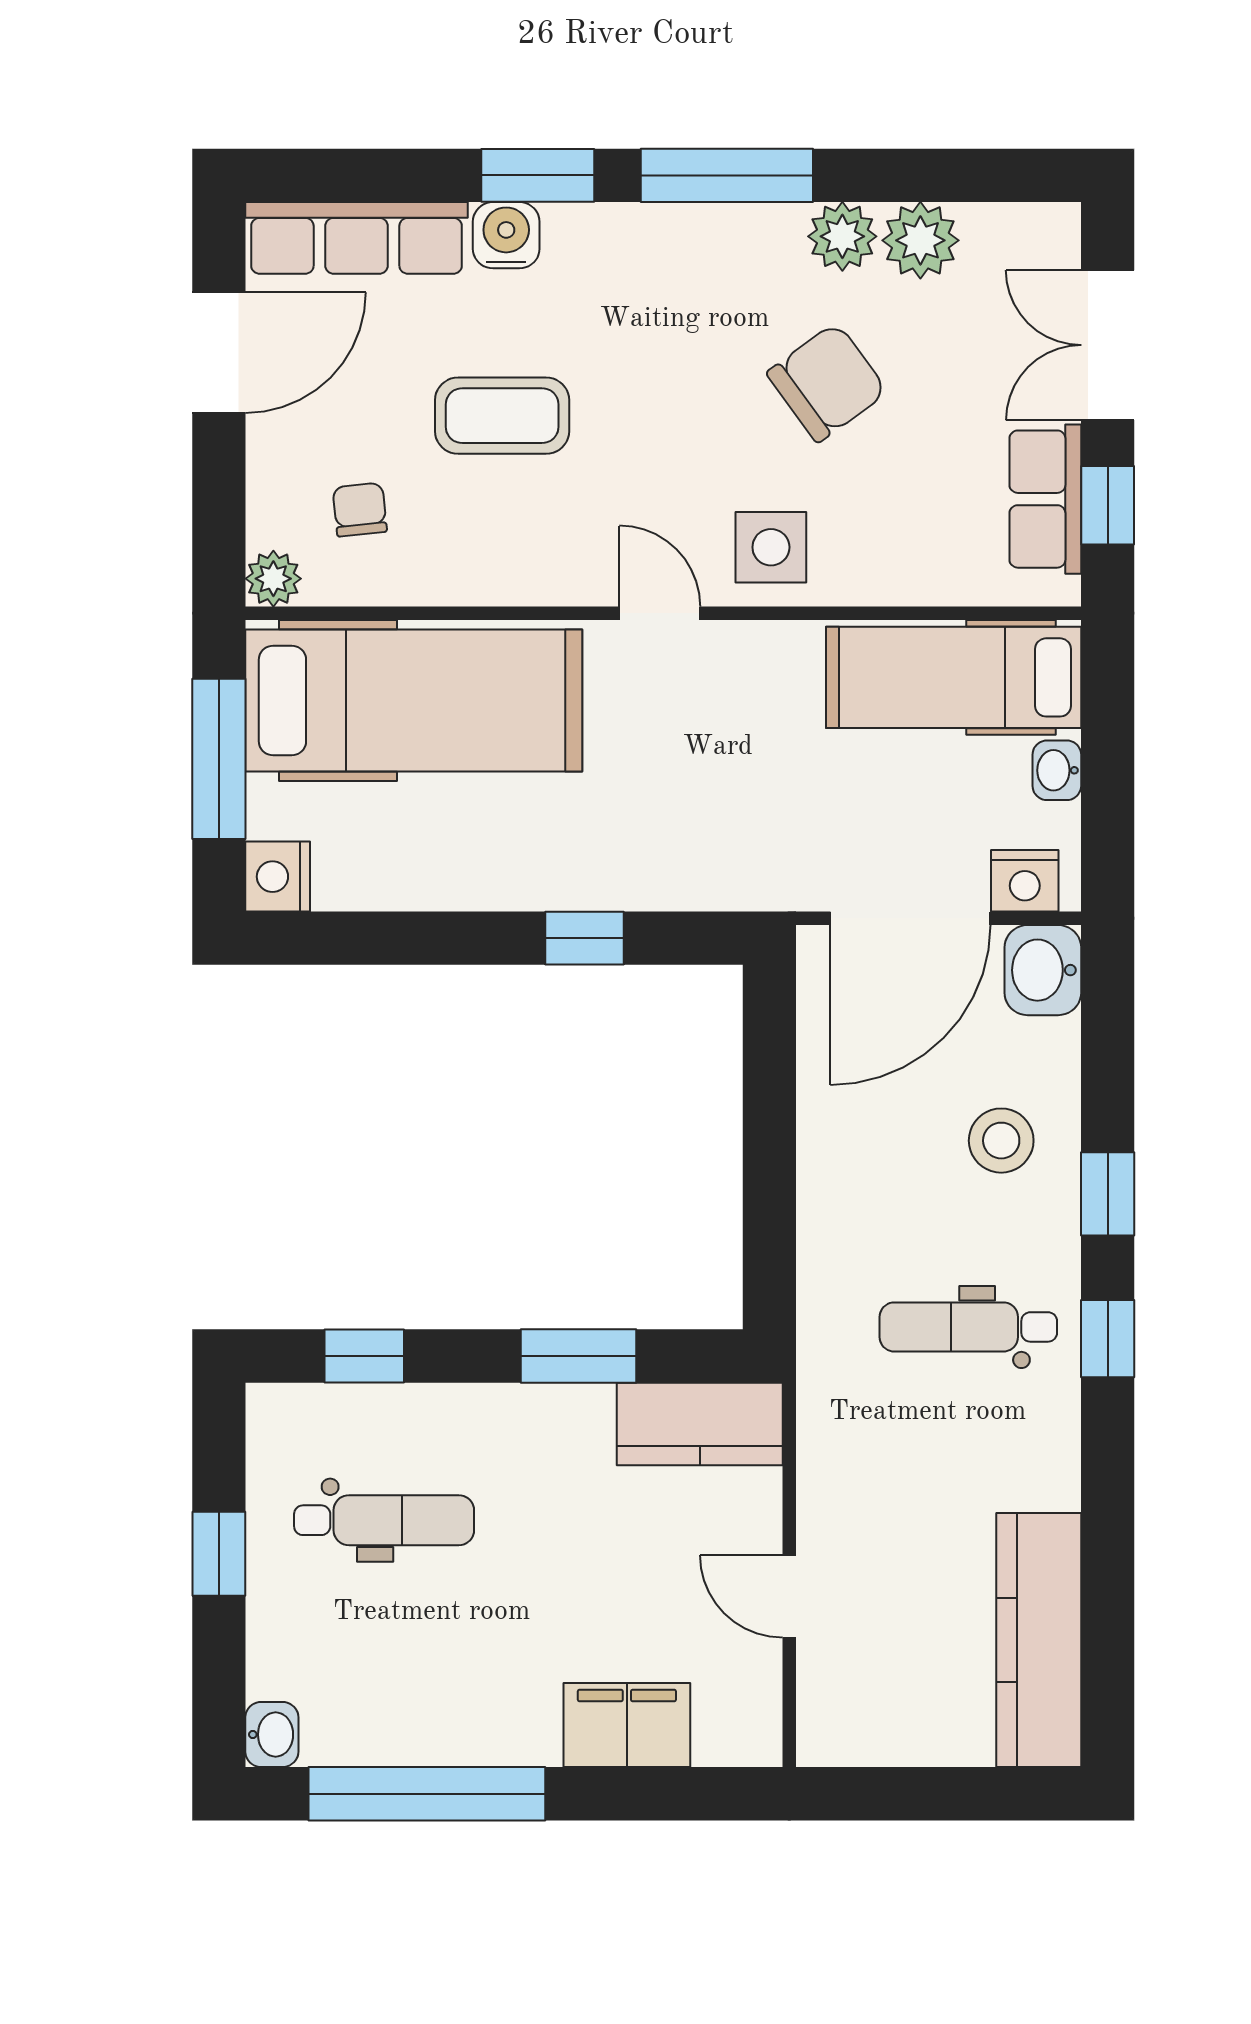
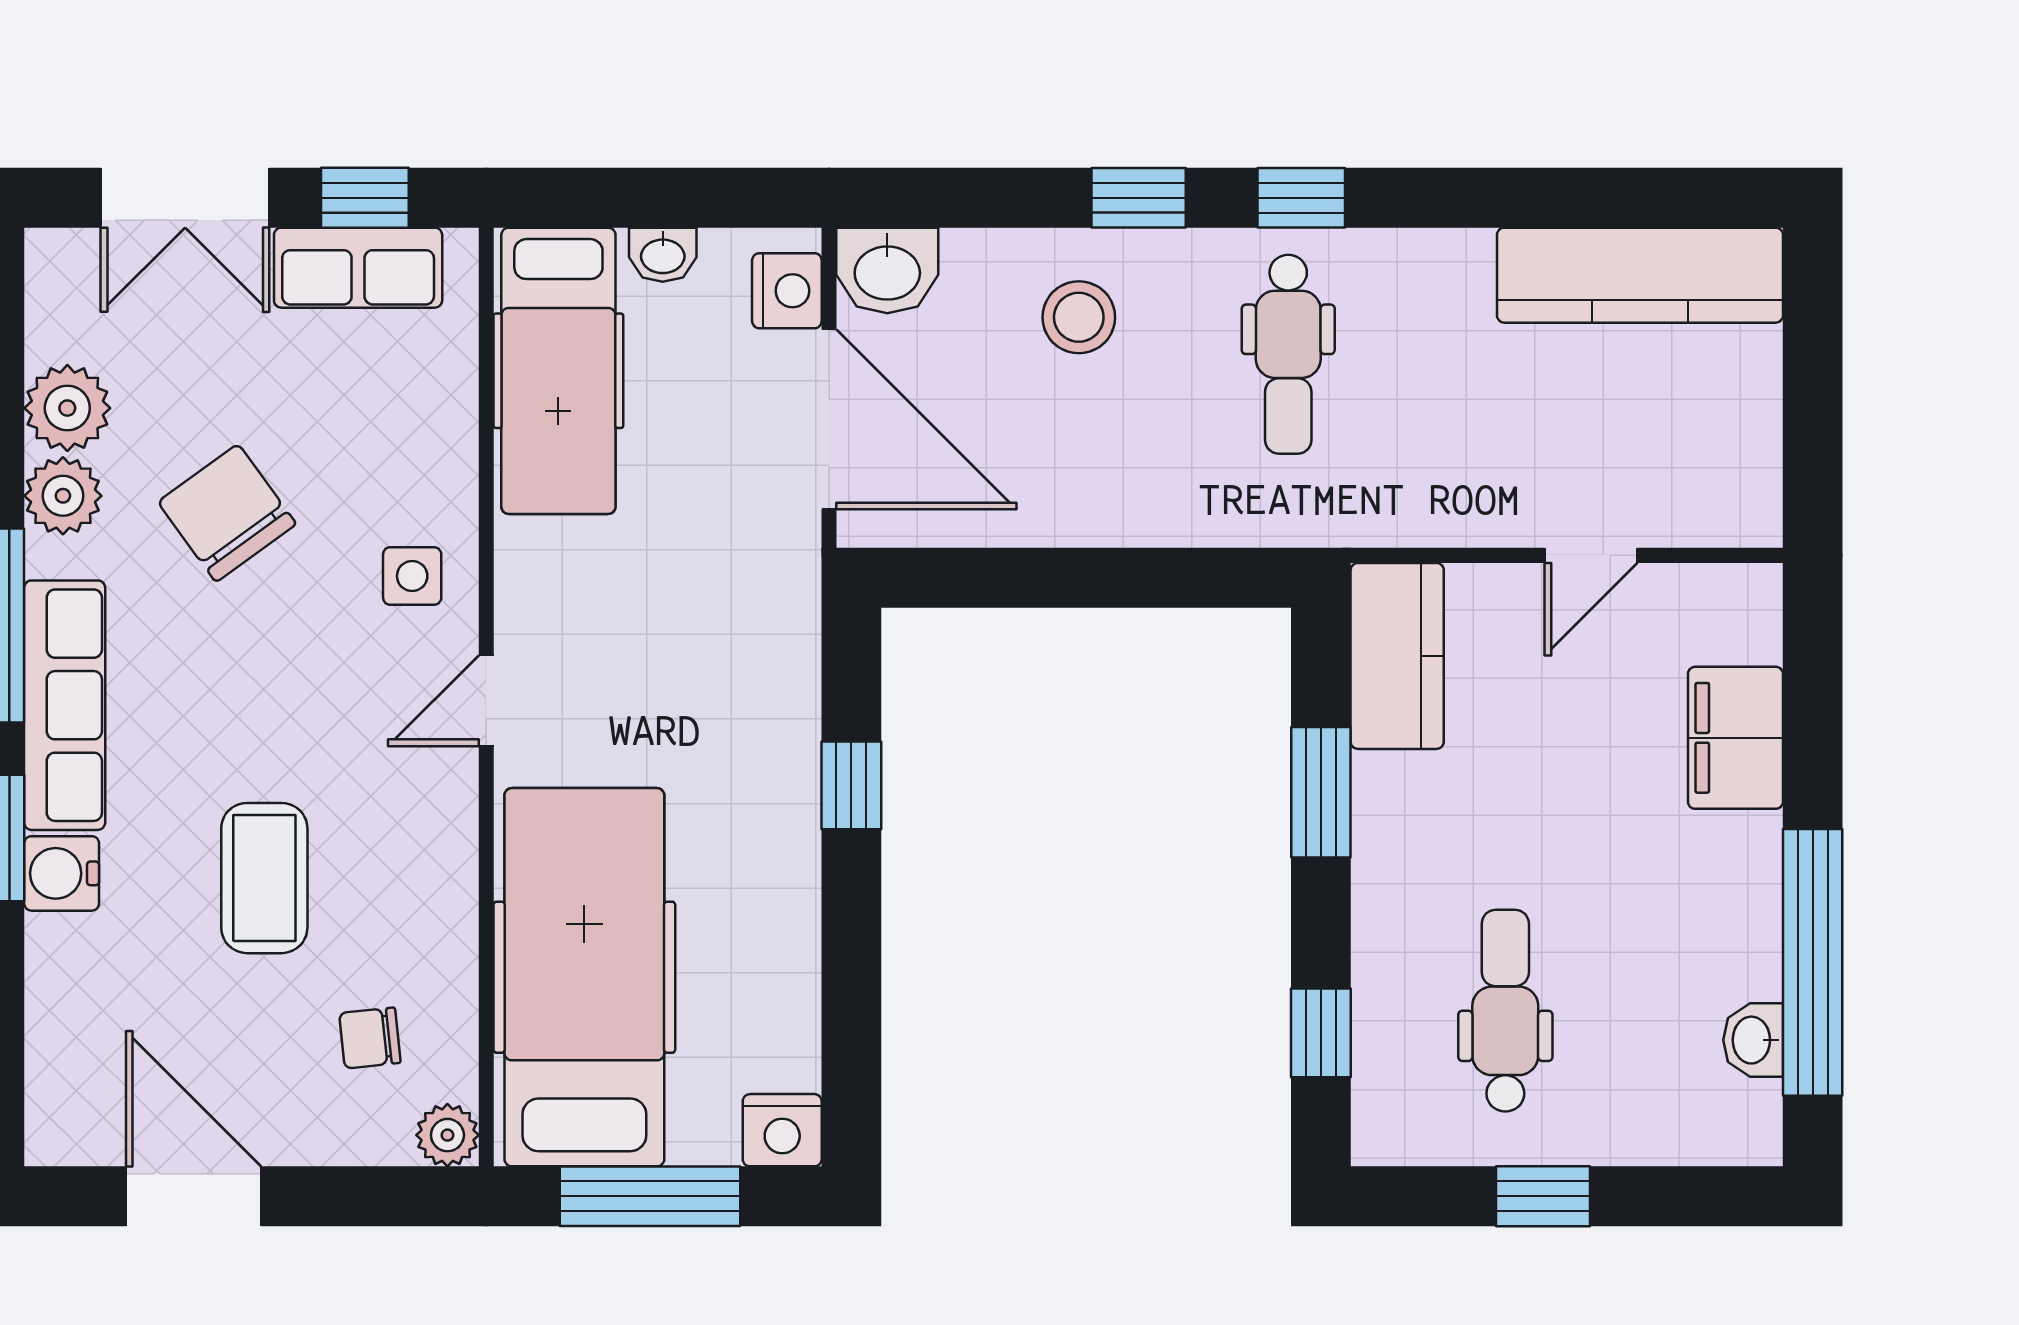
row of seats: (357, 238) -> (65, 705), moved
side table: (771, 547) -> (412, 576), width x0.73, depth x0.73
washbasin: (272, 1735) -> (1753, 1040), moved, turned -90

